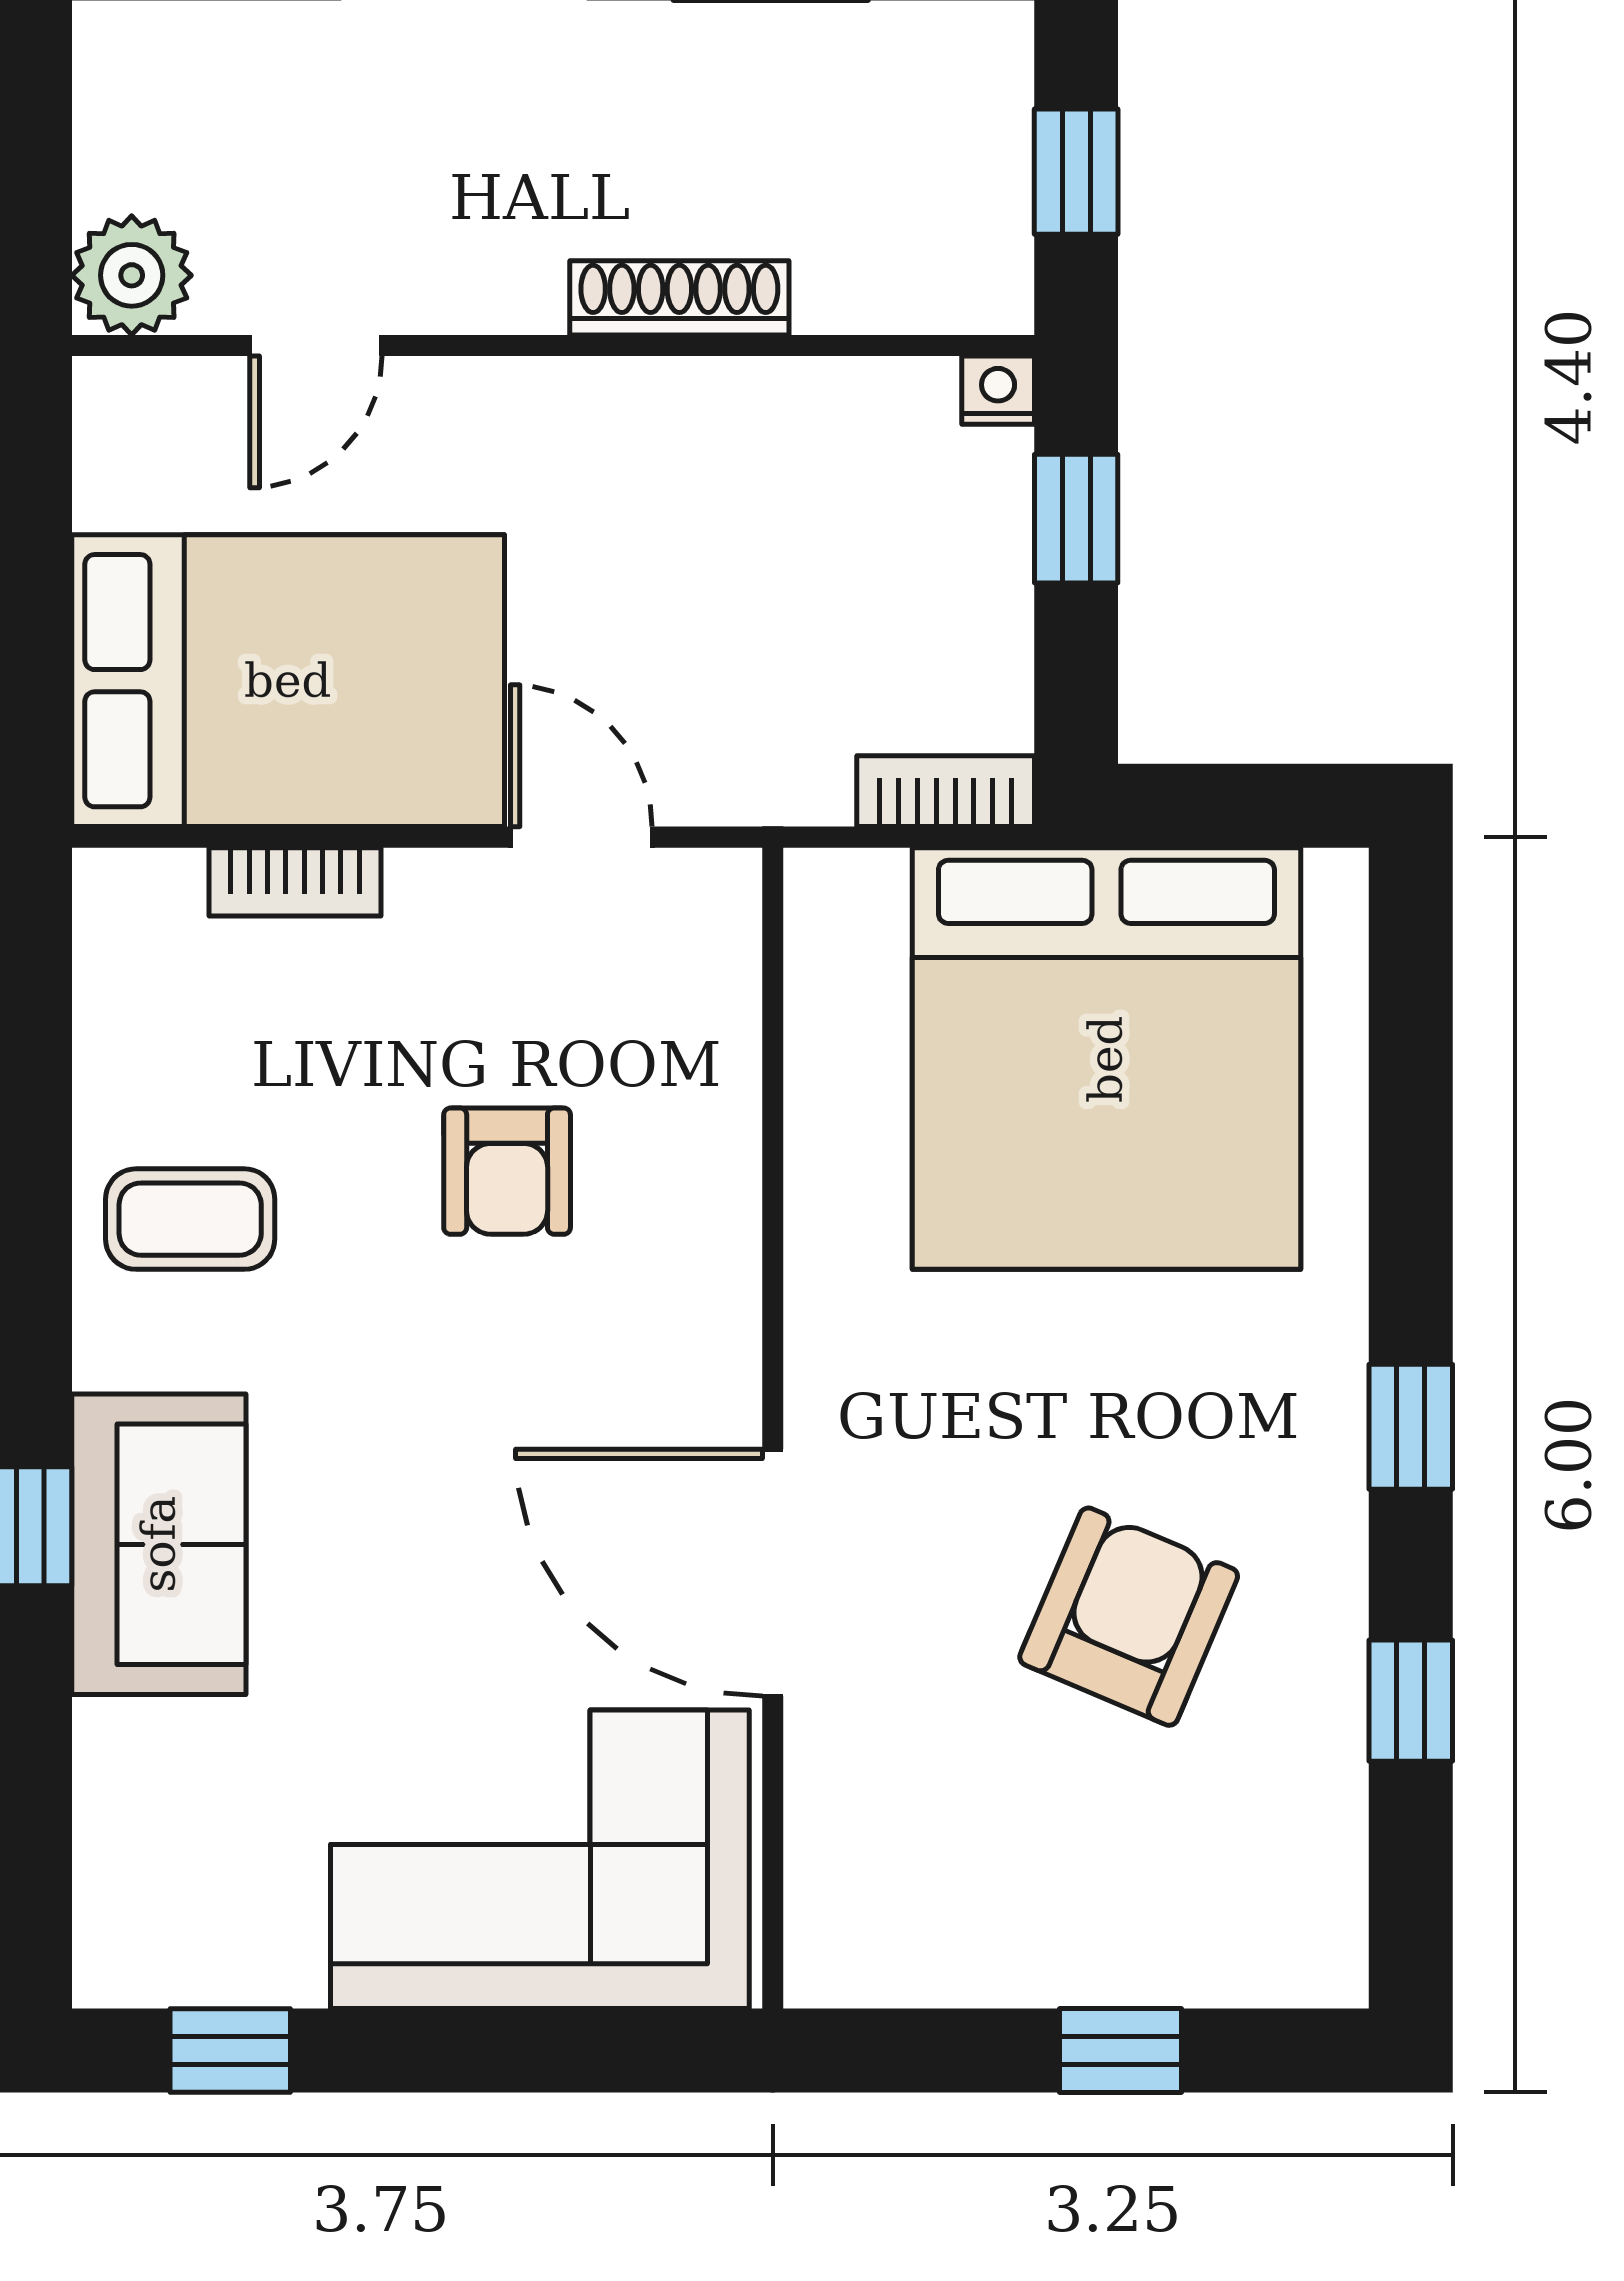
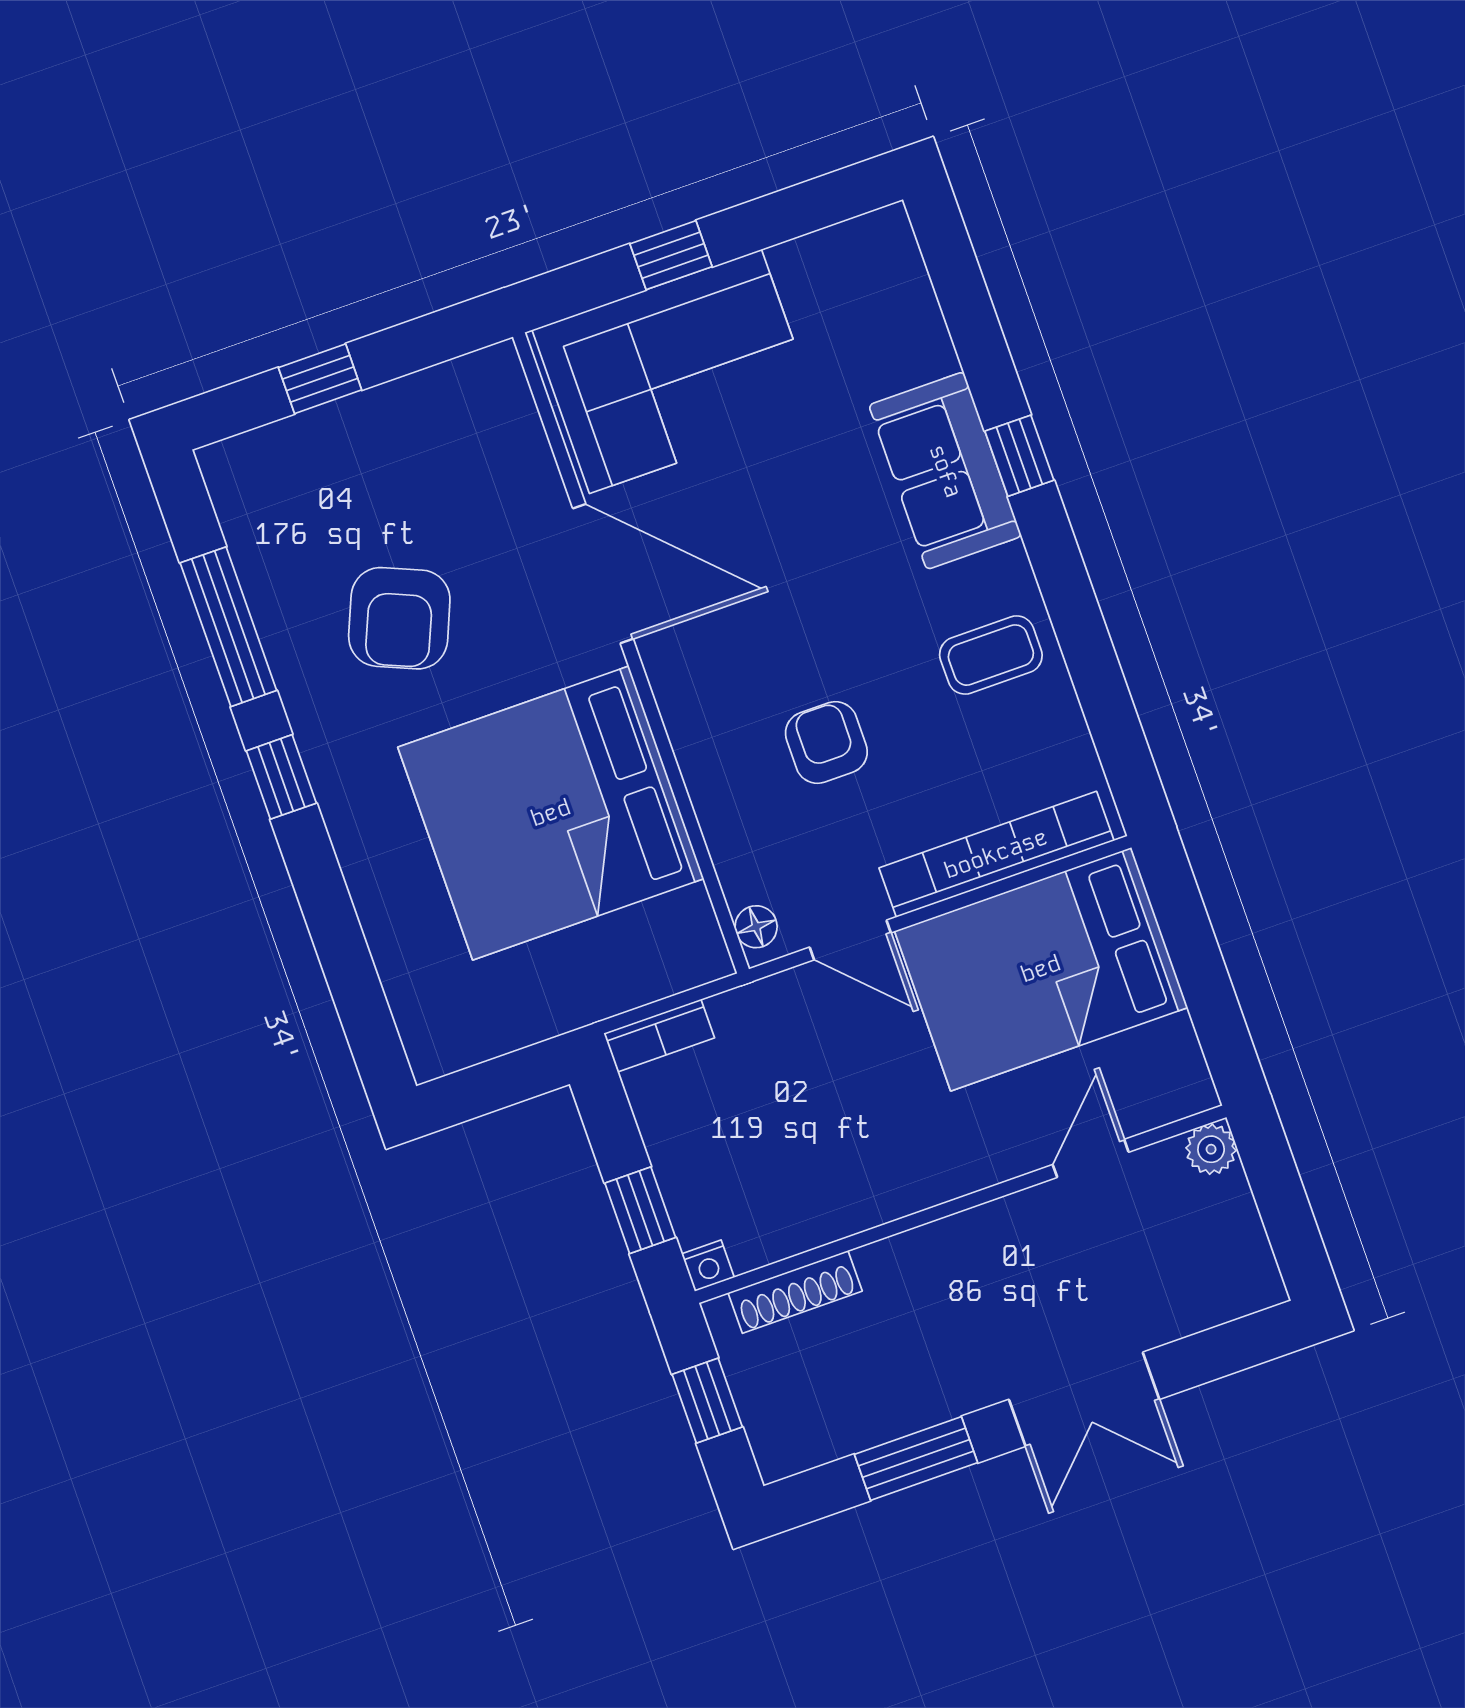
plant: (132, 275) -> (1211, 1149), width x0.73, depth x0.73
shoe rack: (679, 298) -> (795, 1292), moved
bookcase: (295, 882) -> (996, 854), width x2.31, depth x1.31
floor lamp: (726, 912) -> (756, 927), added
bed: (1106, 1059) -> (551, 813), moved, turned -90
window: (1411, 1701) -> (228, 627), width x2.17
window: (230, 2050) -> (671, 255), moved

